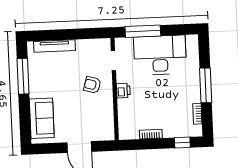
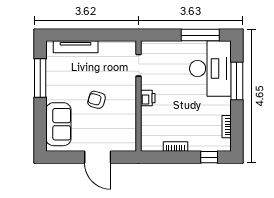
window: (143, 31) -> (200, 35), moved
desk: (160, 55) -> (210, 69), moved, turned 90
armchair: (92, 85) -> (97, 100), moved
window: (206, 85) -> (237, 81), moved

